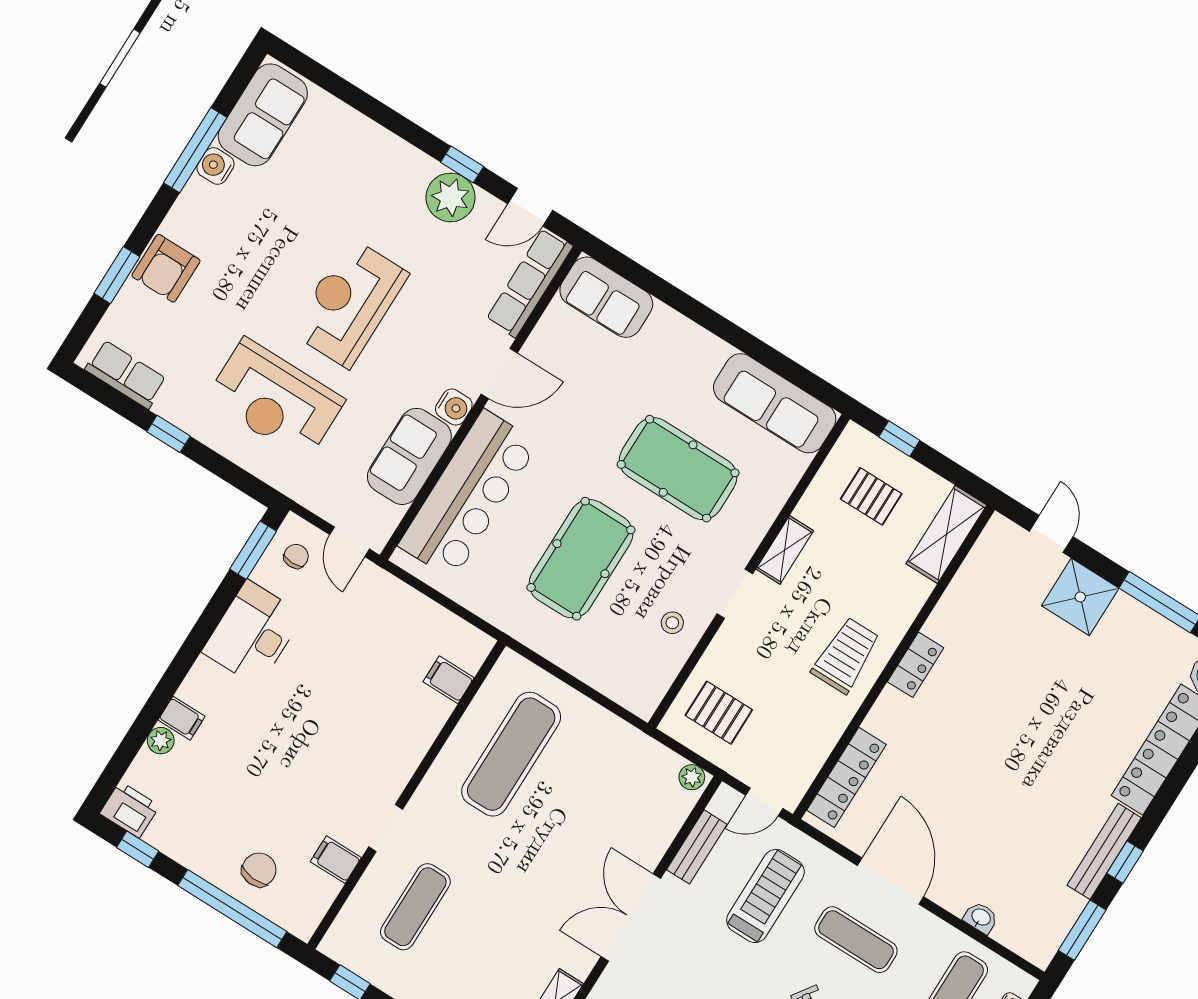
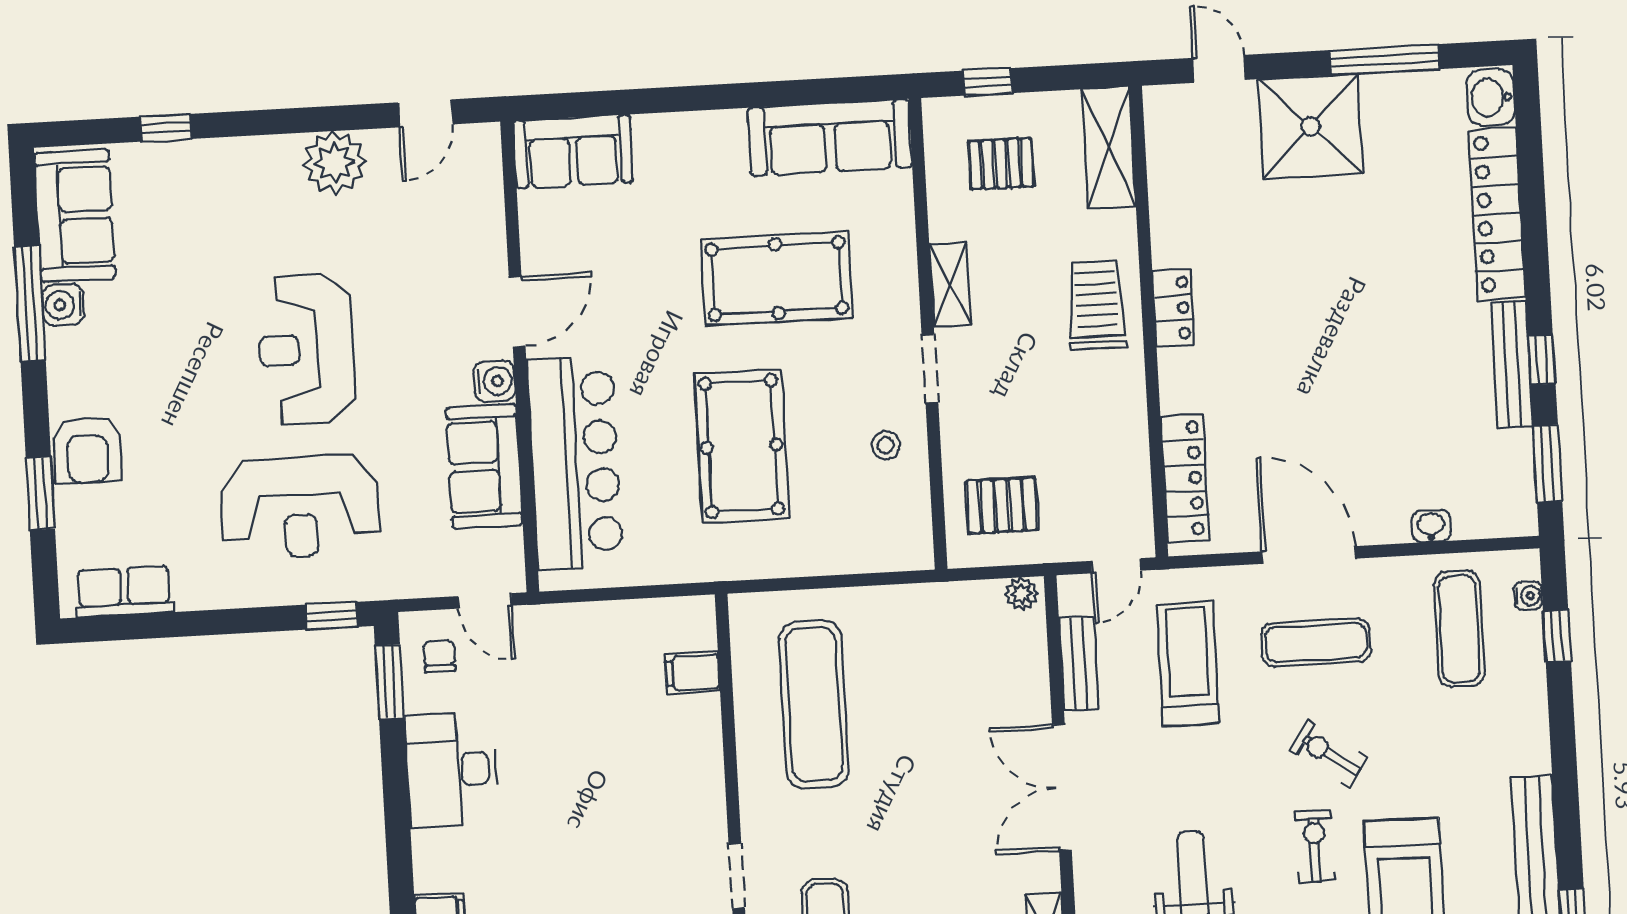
window: (462, 164) -> (166, 128), moved
row of seats: (530, 283) -> (481, 194), removed
window: (168, 434) -> (331, 616), moved
shower: (1080, 597) -> (1311, 126), width x1.37, depth x1.37
trolley: (846, 655) -> (1097, 305), moved

